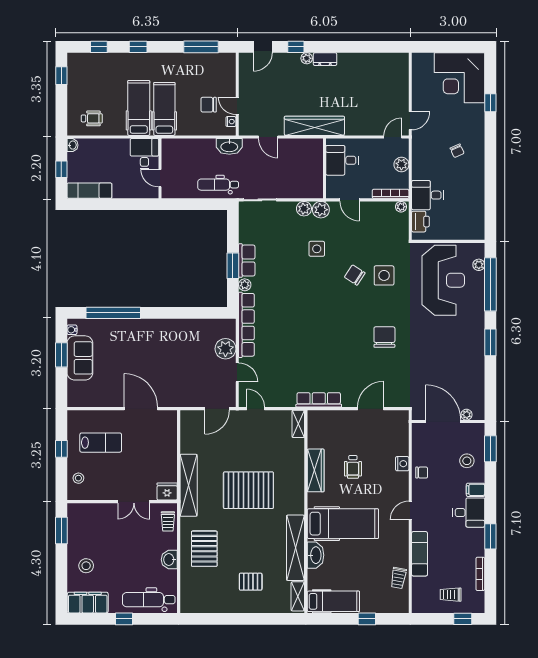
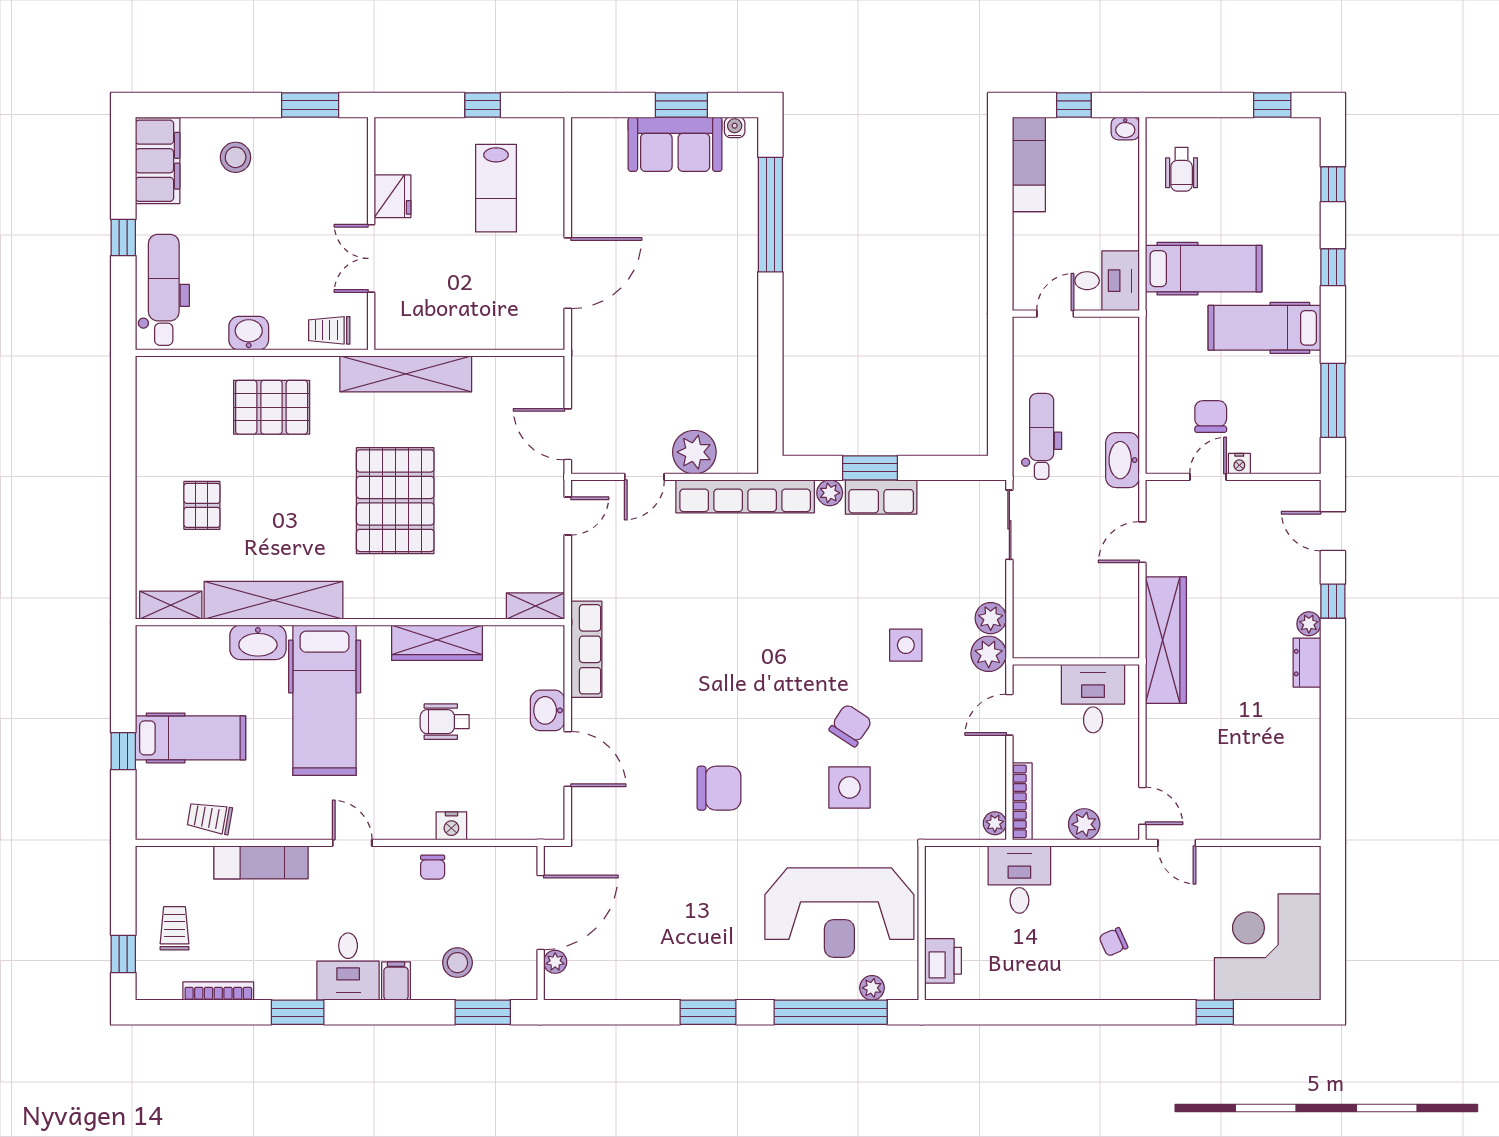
hospital bed: (164, 109) -> (1264, 328), moved, turned 180
nightstand: (231, 122) -> (1239, 464), moved
printer: (420, 222) -> (943, 961), moved, turned -90
washbasin: (348, 418) -> (548, 710), added
stool: (78, 478) -> (421, 141), removed
fridge: (167, 492) -> (393, 196), moved
hospital bed: (333, 601) -> (190, 738), moved, turned -90

